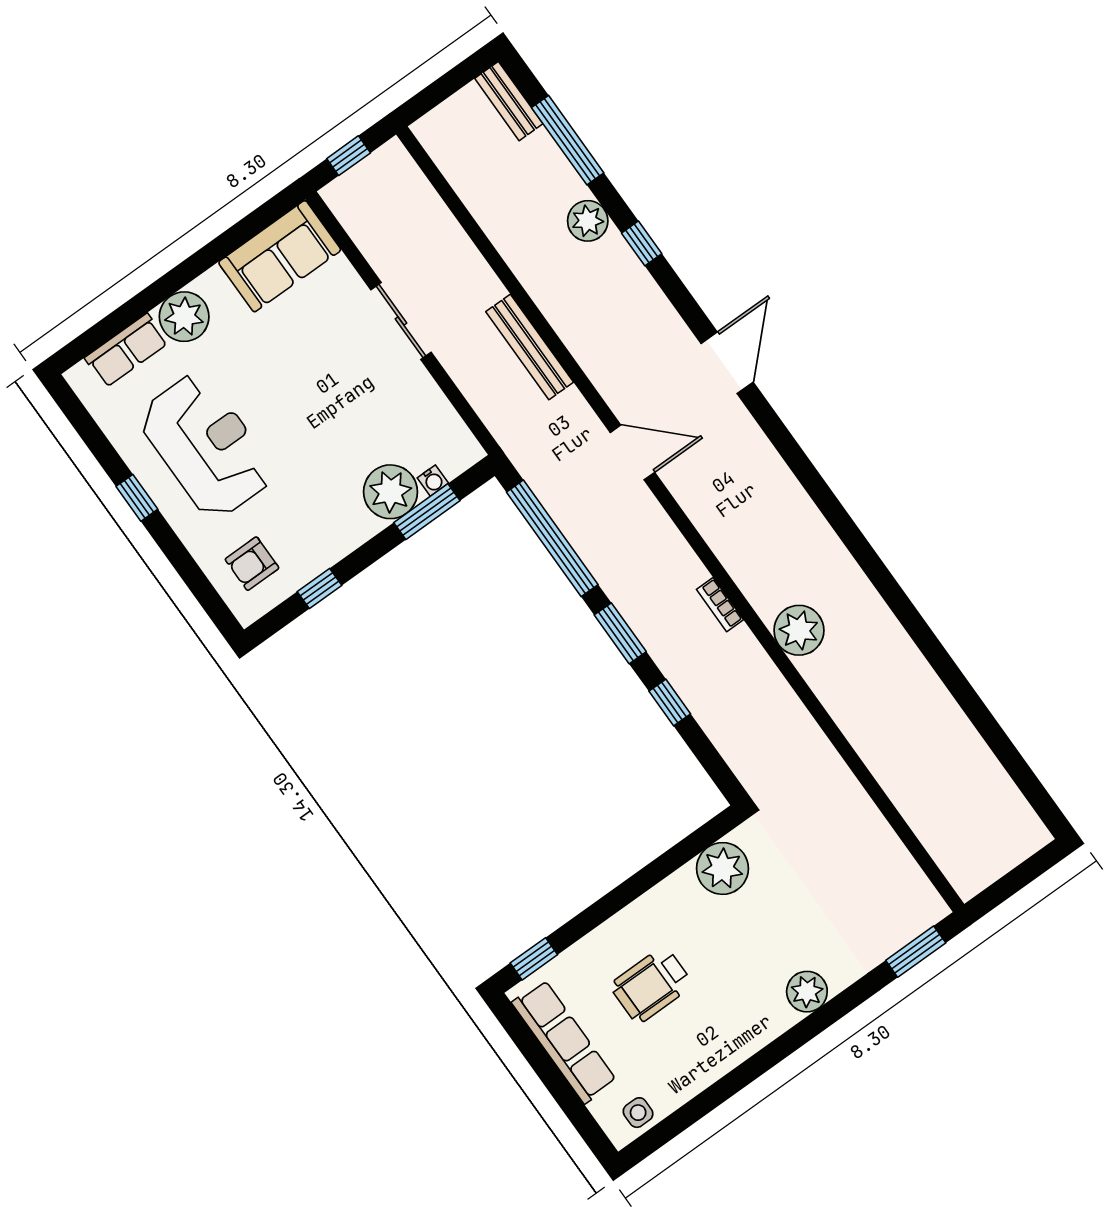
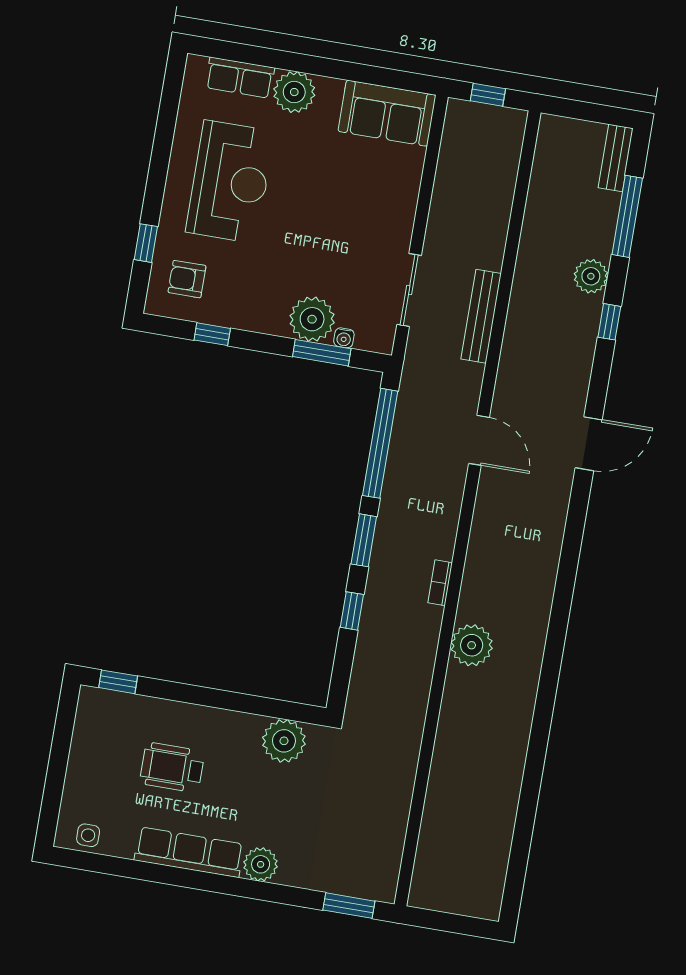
sliding door: (401, 321) -> (409, 290), moved
window: (137, 498) -> (146, 243), moved
row of seats: (564, 1042) -> (189, 852), moved, turned -90

